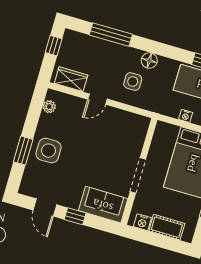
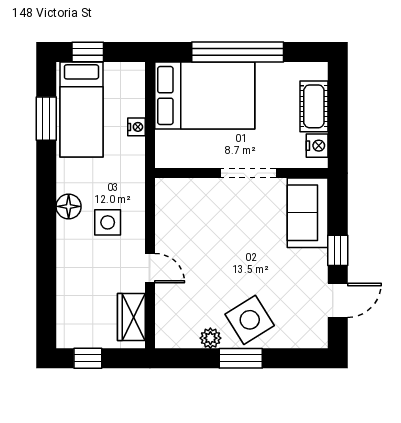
window: (111, 35) -> (46, 276), removed
plant: (49, 107) -> (210, 338), moved
window: (23, 151) -> (241, 358), moved
side table: (49, 151) -> (250, 320), turned -32

